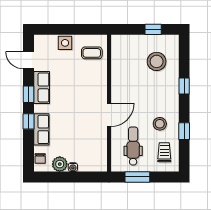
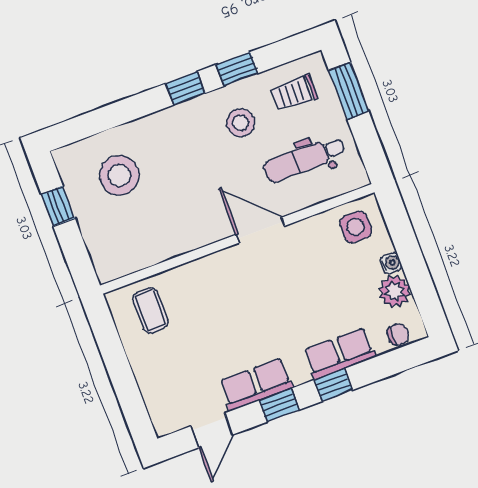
side table: (65, 43) -> (356, 227), moved
window: (184, 86) -> (185, 88), moved
window: (137, 177) -> (349, 91), moved

